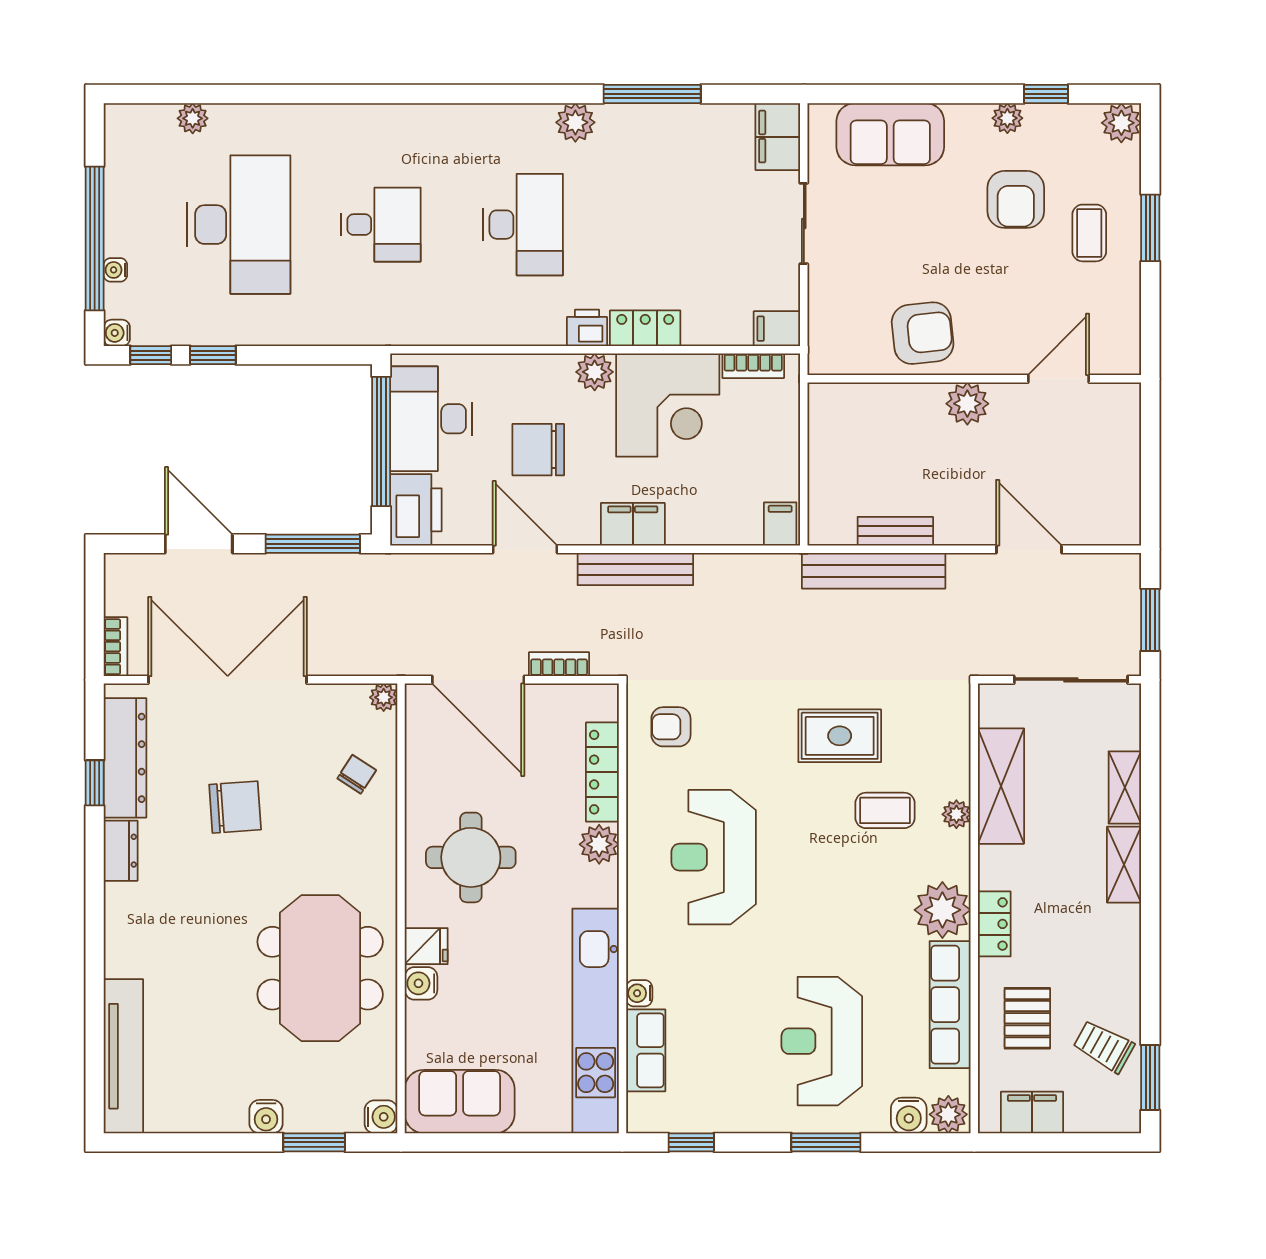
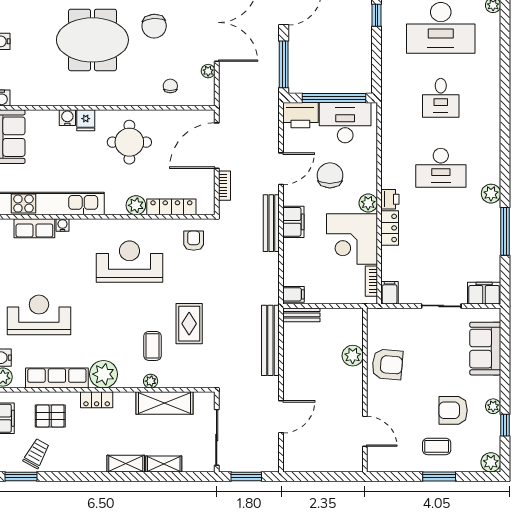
armchair: (923, 333) -> (387, 364), turned -79
plant: (967, 404) -> (353, 356), moved
bench: (895, 531) -> (301, 315), moved, turned 90
plant: (384, 697) -> (208, 71), moved
chair: (357, 774) -> (170, 86), turned -123
meeting table: (320, 968) -> (92, 40), moved

